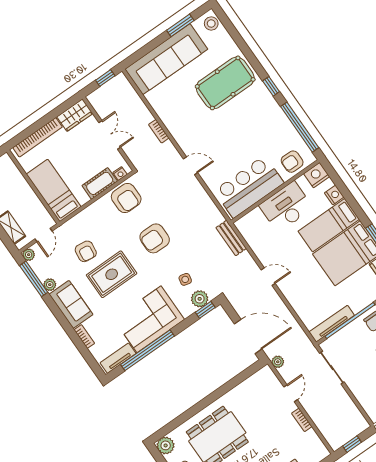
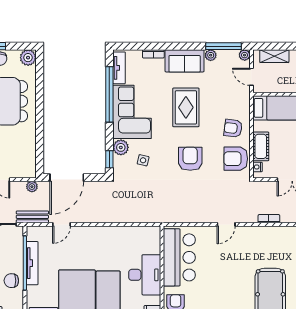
bench: (231, 238) -> (32, 217), moved
armchair: (86, 251) -> (233, 128), moved
door: (268, 277) -> (62, 224), moved
plant: (200, 299) -> (121, 147), moved
tv unit: (332, 324) -> (32, 263), moved

